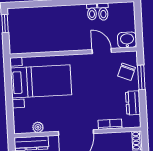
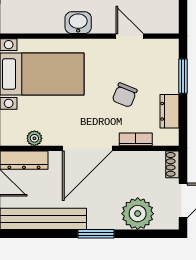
washbasin: (127, 40) -> (78, 23), moved
chair: (127, 72) -> (125, 95), moved

